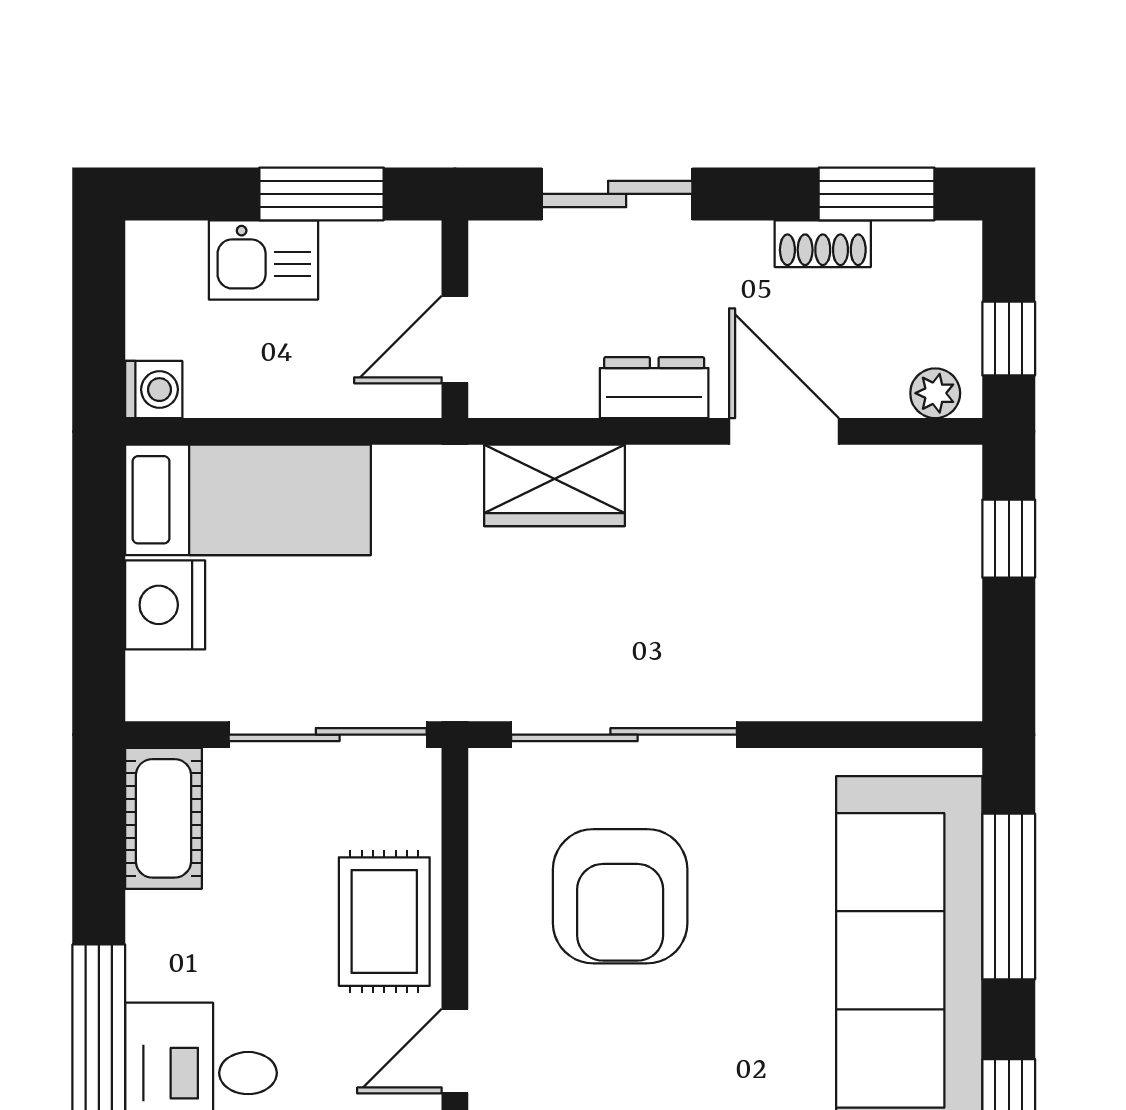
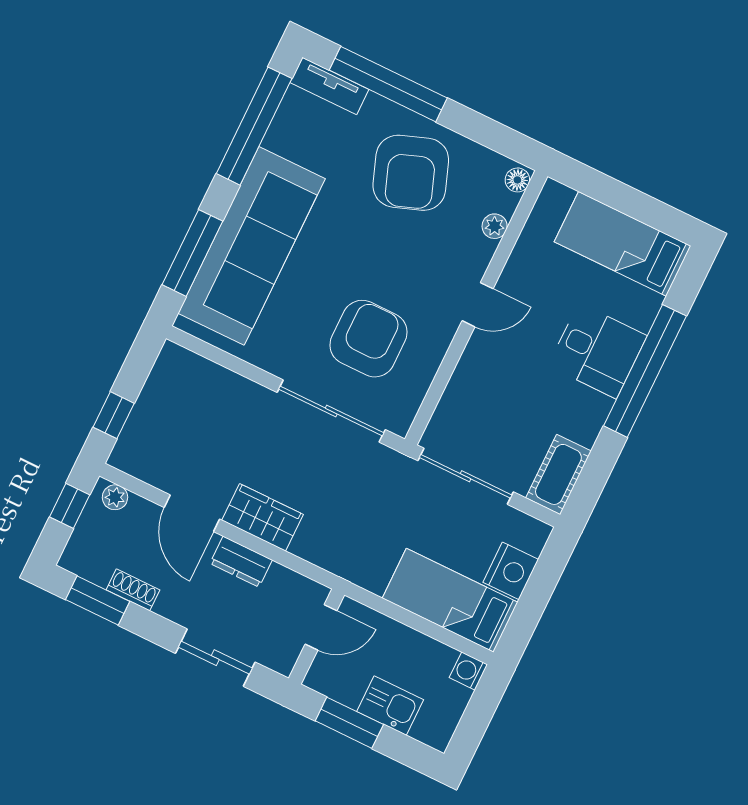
wardrobe: (554, 485) -> (263, 517), moved
rug: (384, 922) -> (481, 379), removed

